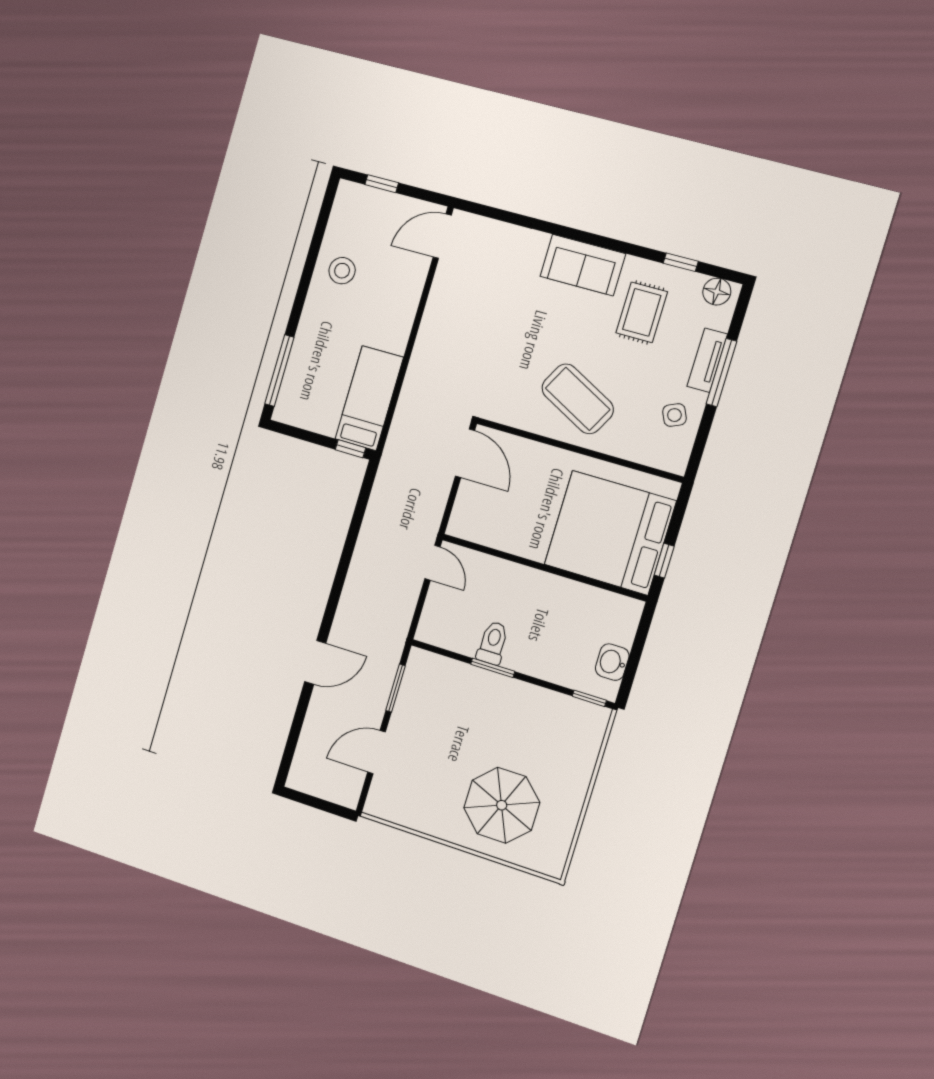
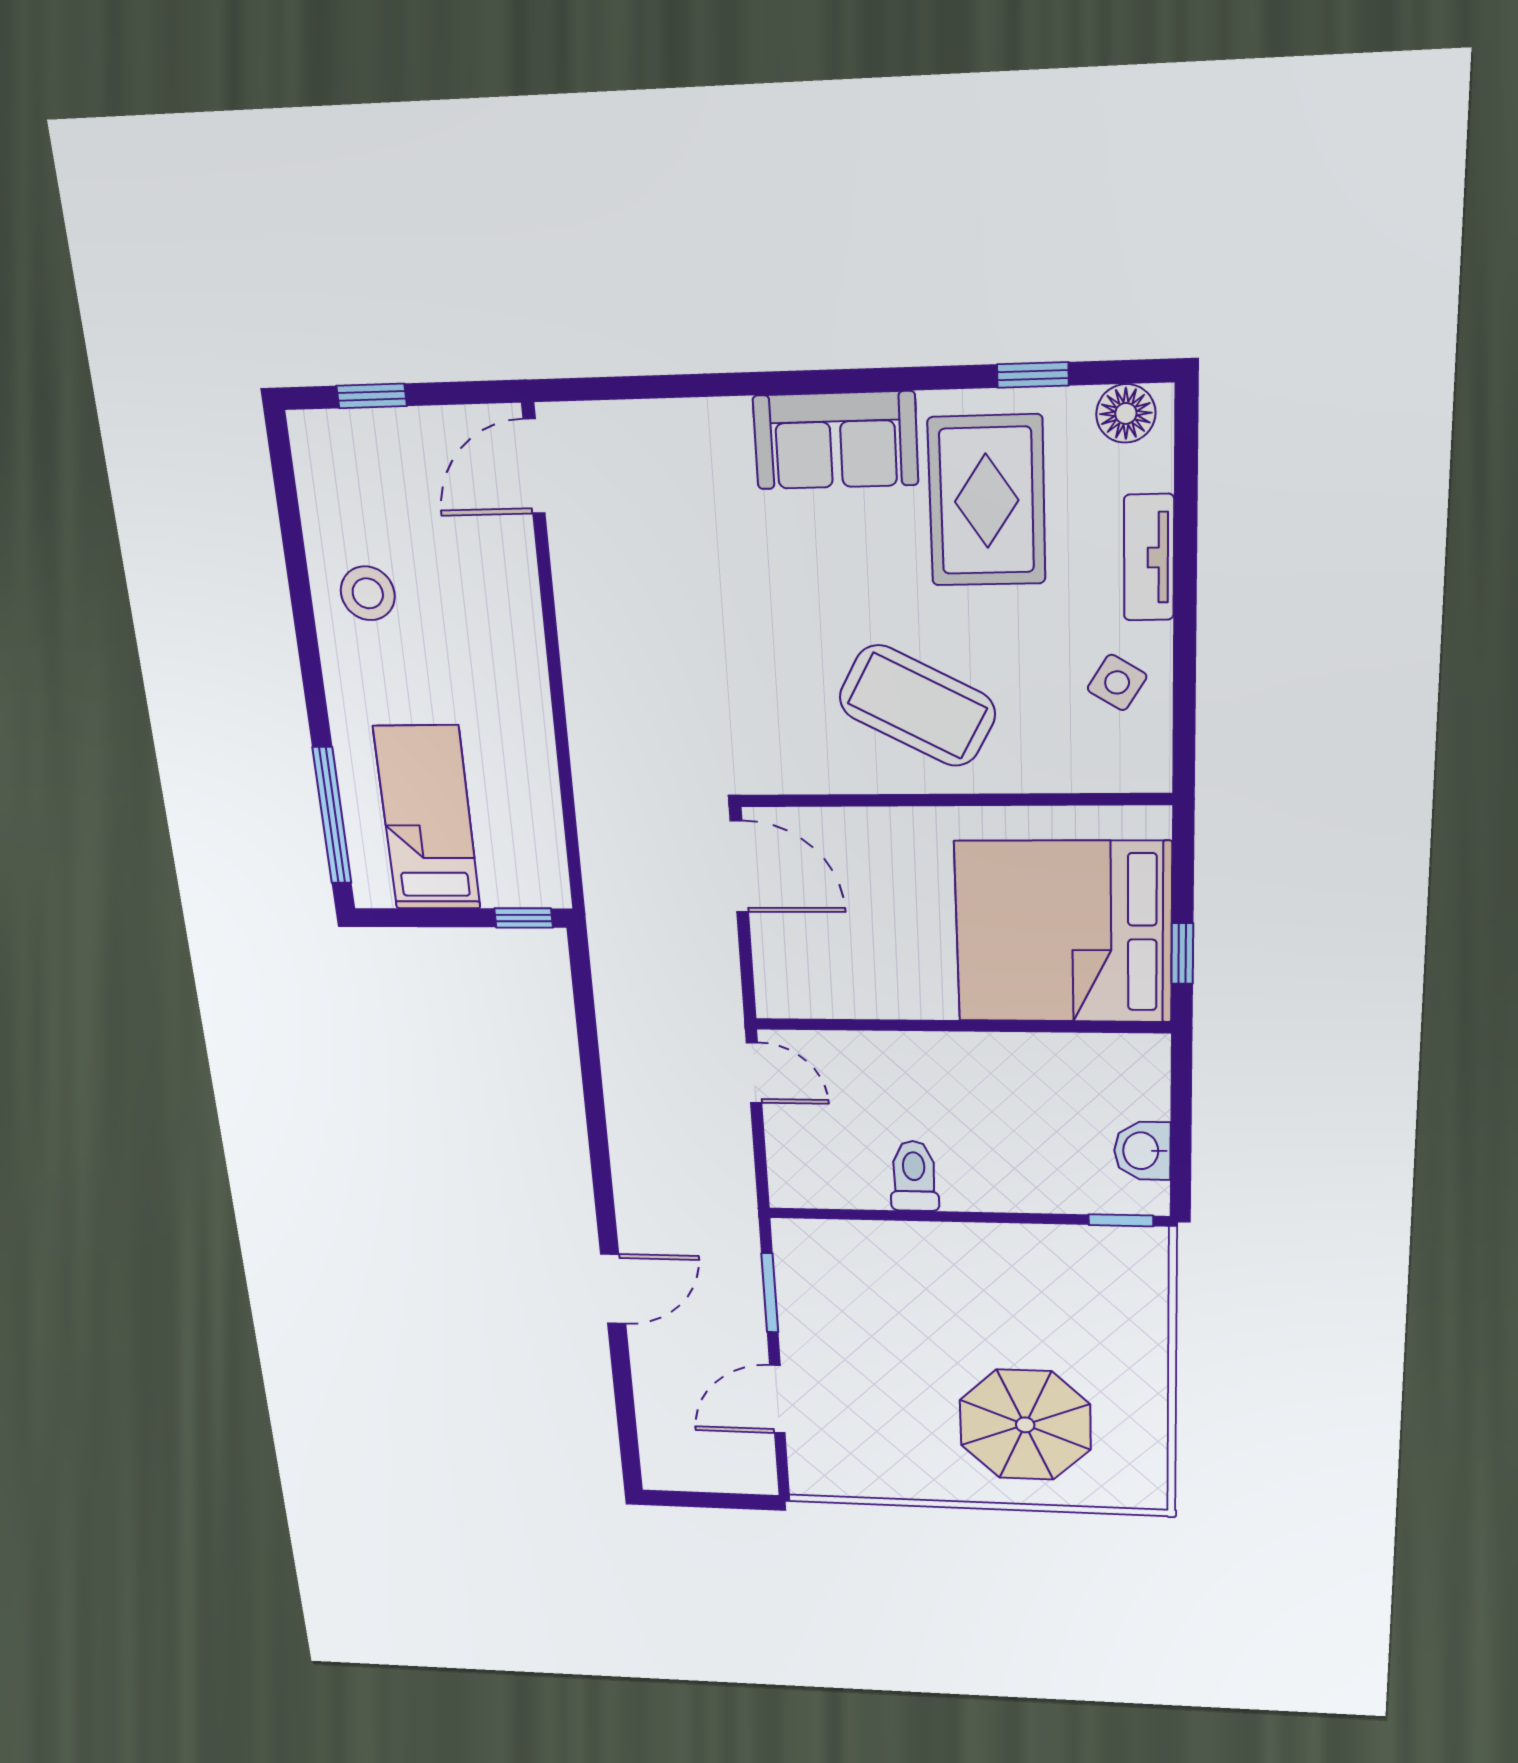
rug: (642, 312) -> (987, 501), width x1.36, depth x1.43
window: (722, 373) -> (1185, 574), removed
bed: (369, 398) -> (427, 818), moved
side table: (674, 415) -> (1117, 682), turned -34
window: (493, 668) -> (929, 1216), removed

